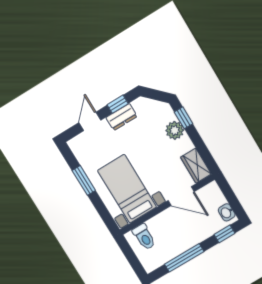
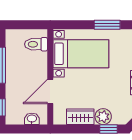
wardrobe: (196, 166) -> (80, 117), moved
washbasin: (227, 212) -> (32, 119), moved

